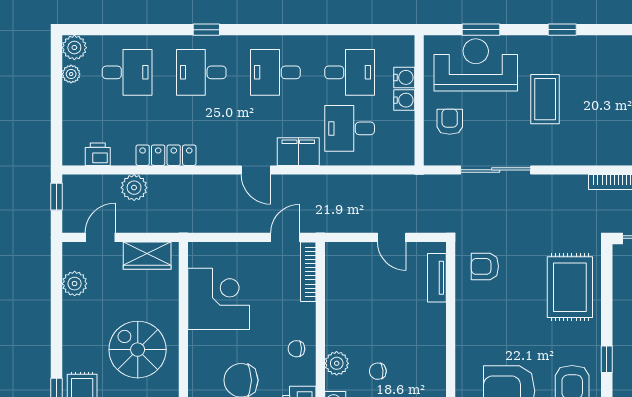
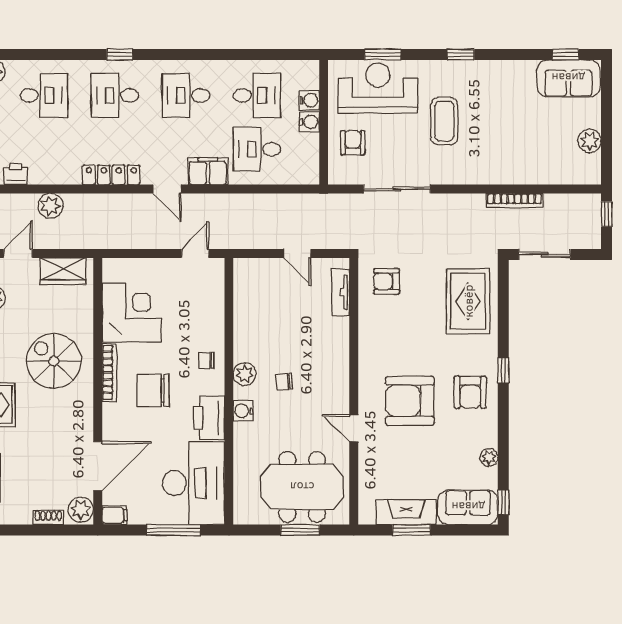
locker: (166, 155) -> (111, 175), moved
bookcase: (308, 272) -> (109, 372), moved, turned 180

